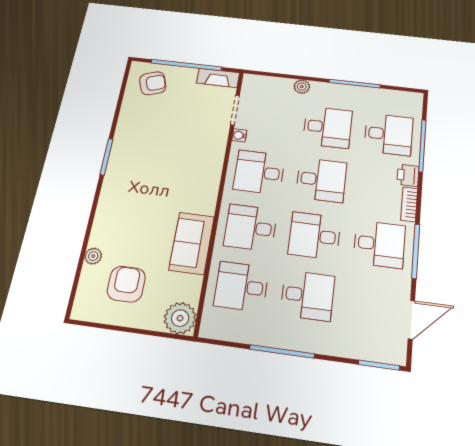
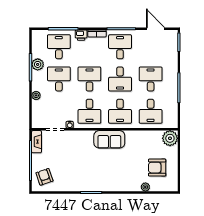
plant: (358, 96) -> (38, 64), added
sofa: (192, 243) -> (109, 139), moved

